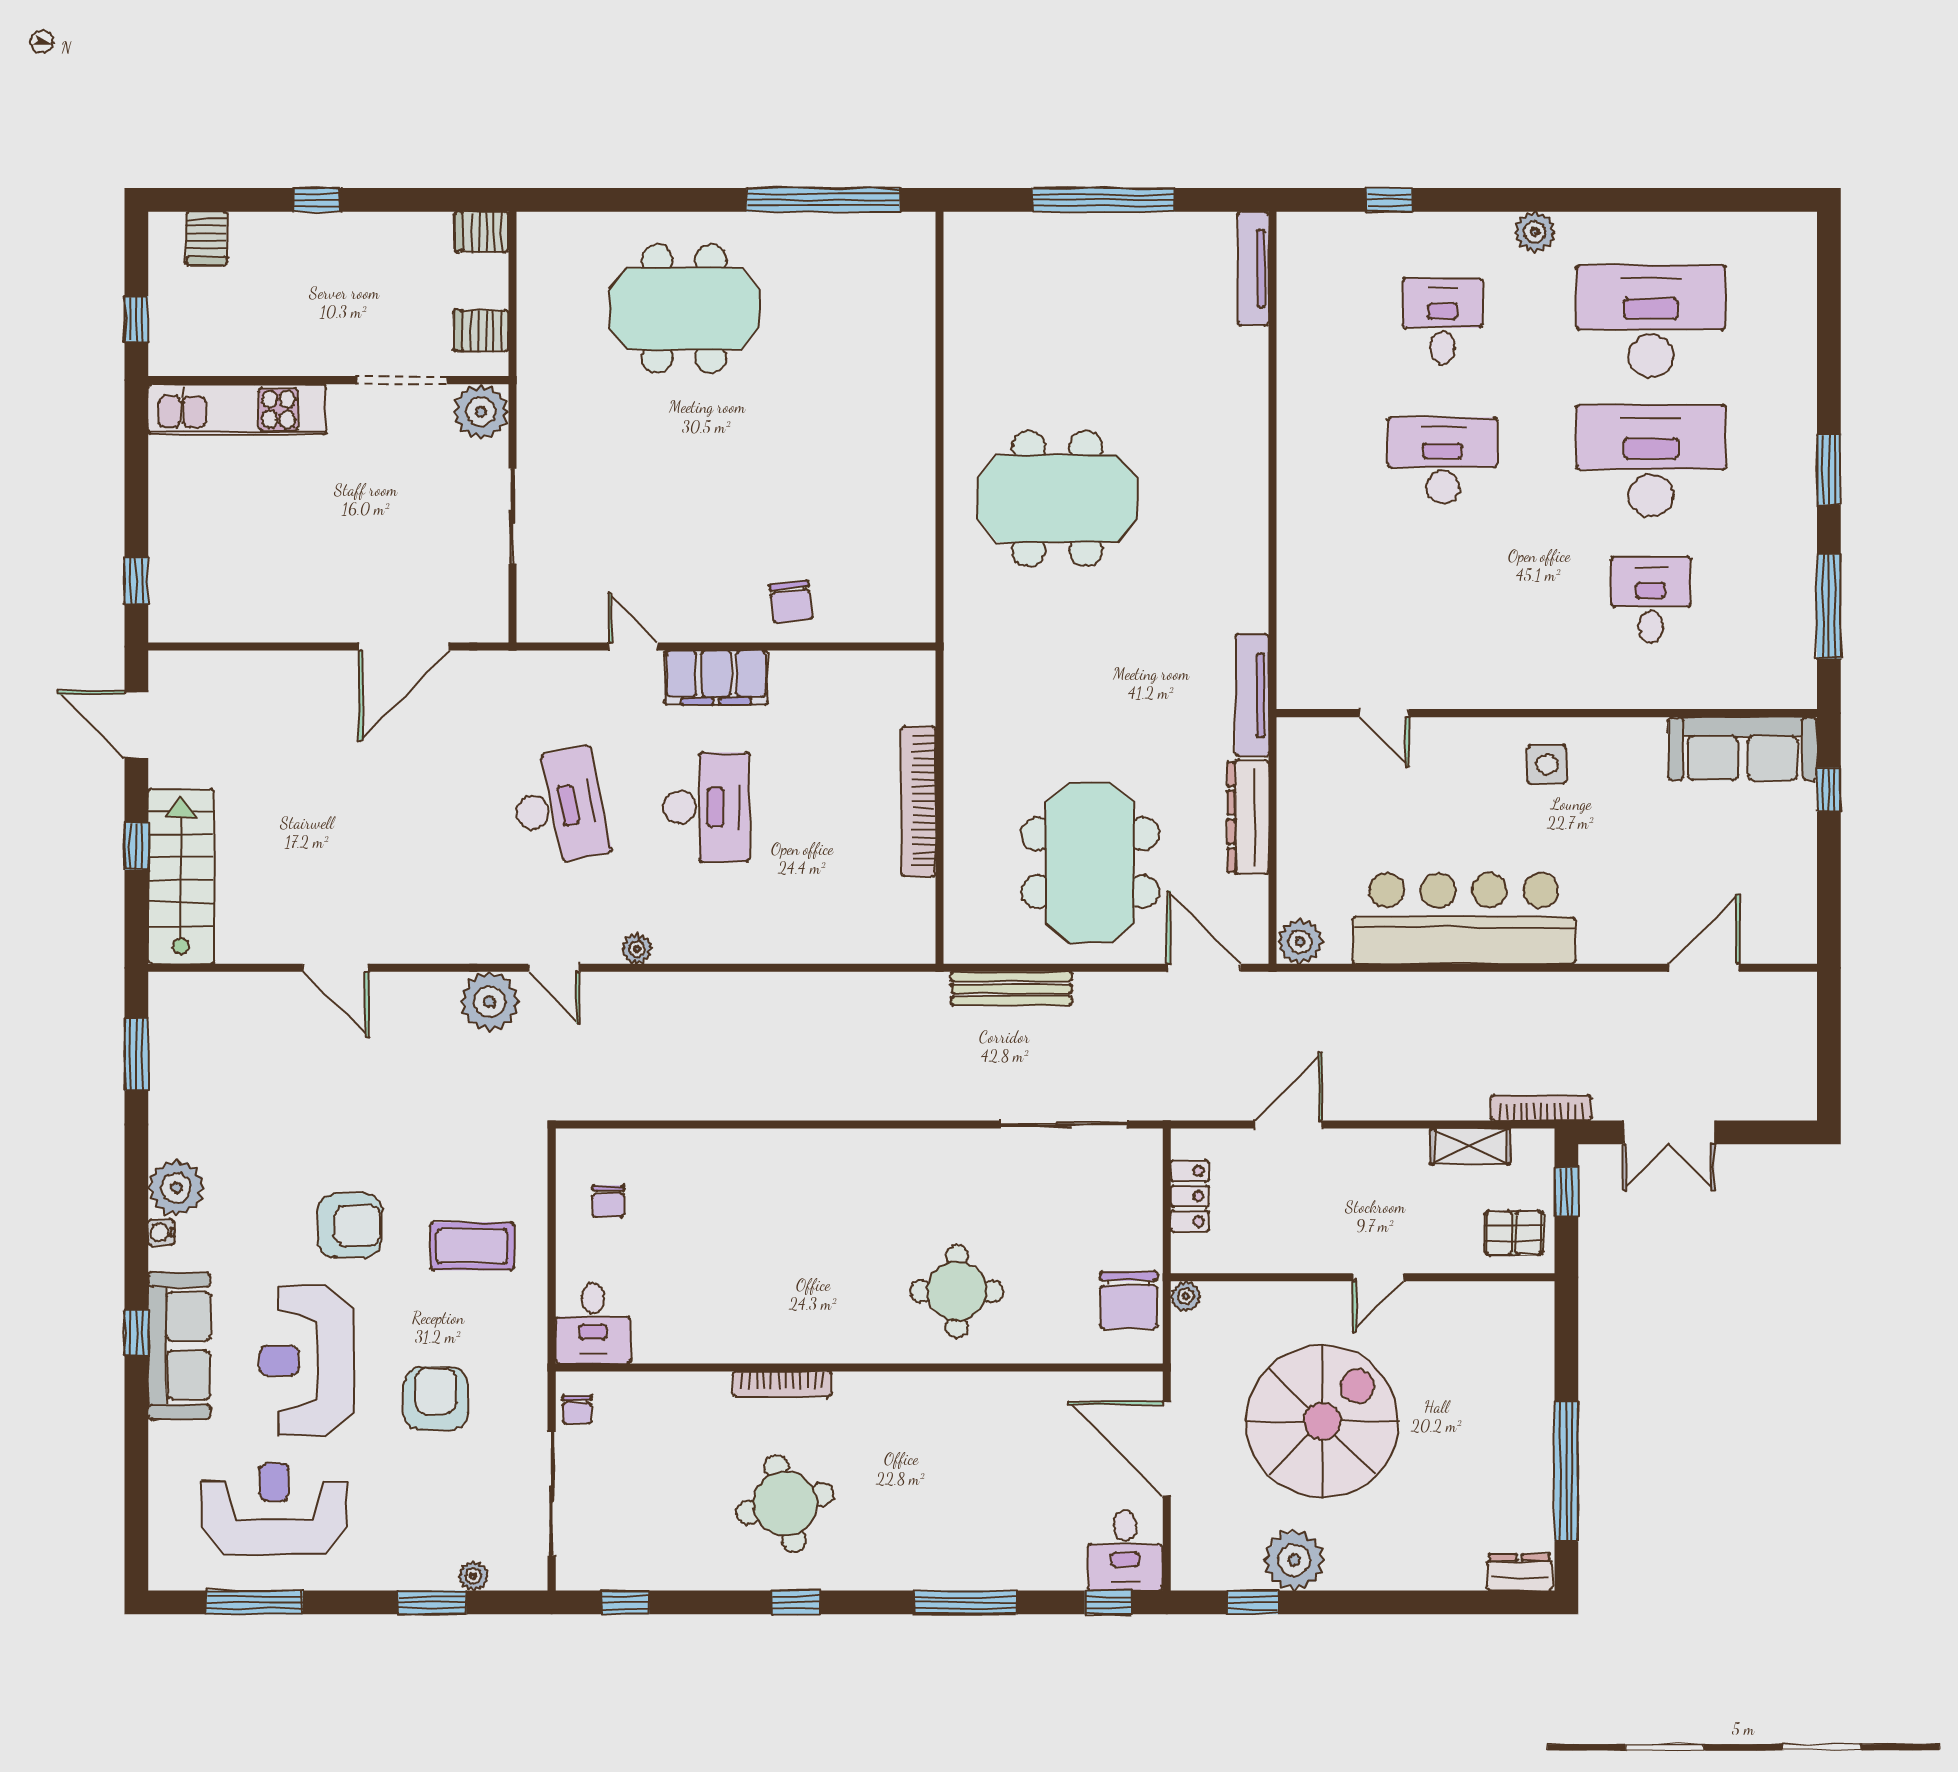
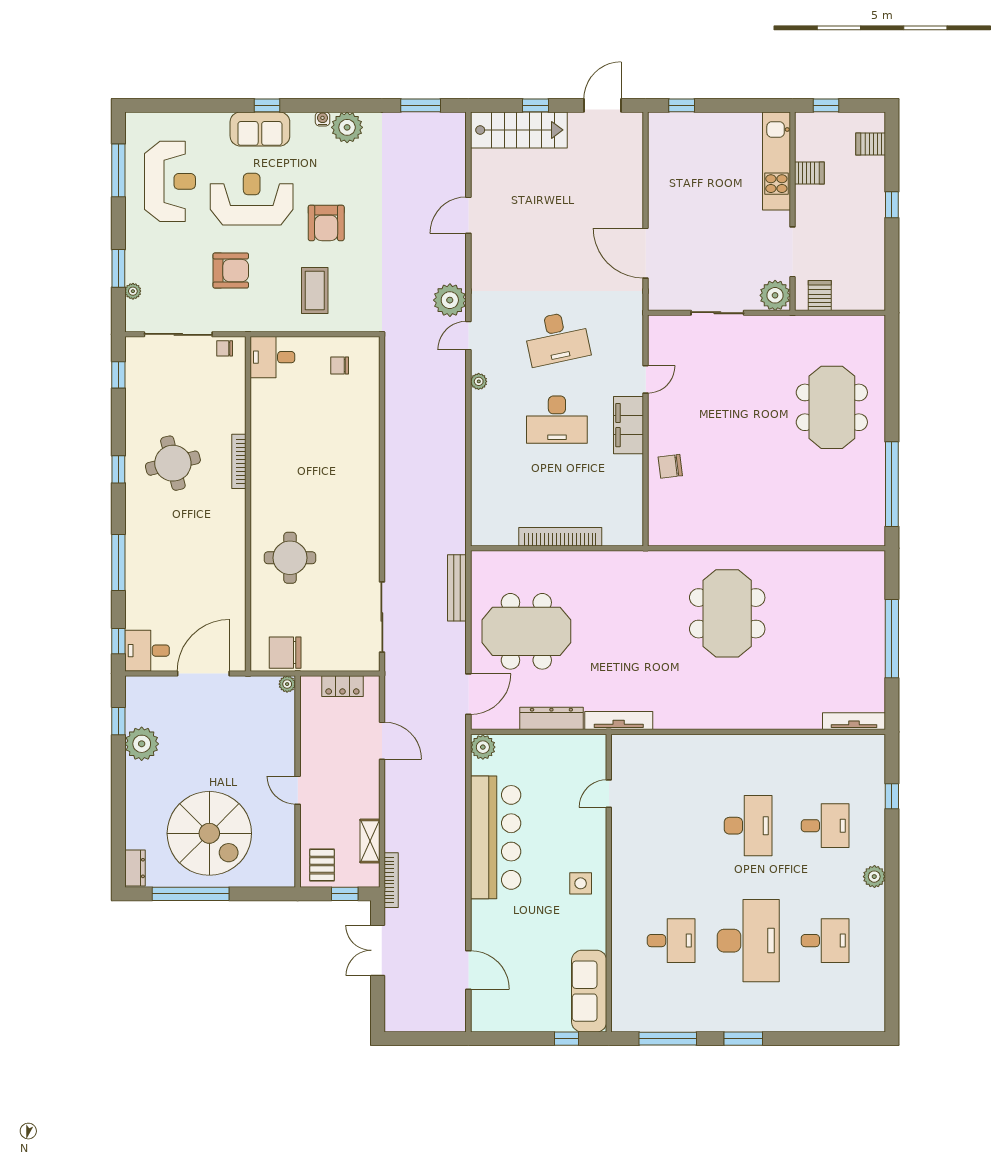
server rack: (482, 232) -> (809, 173), moved, turned 90
desk: (1651, 321) -> (825, 941), width x0.53, depth x0.77
sofa: (179, 1346) -> (260, 129), width x0.73
spiral stairs: (1322, 1421) -> (209, 833), moved

